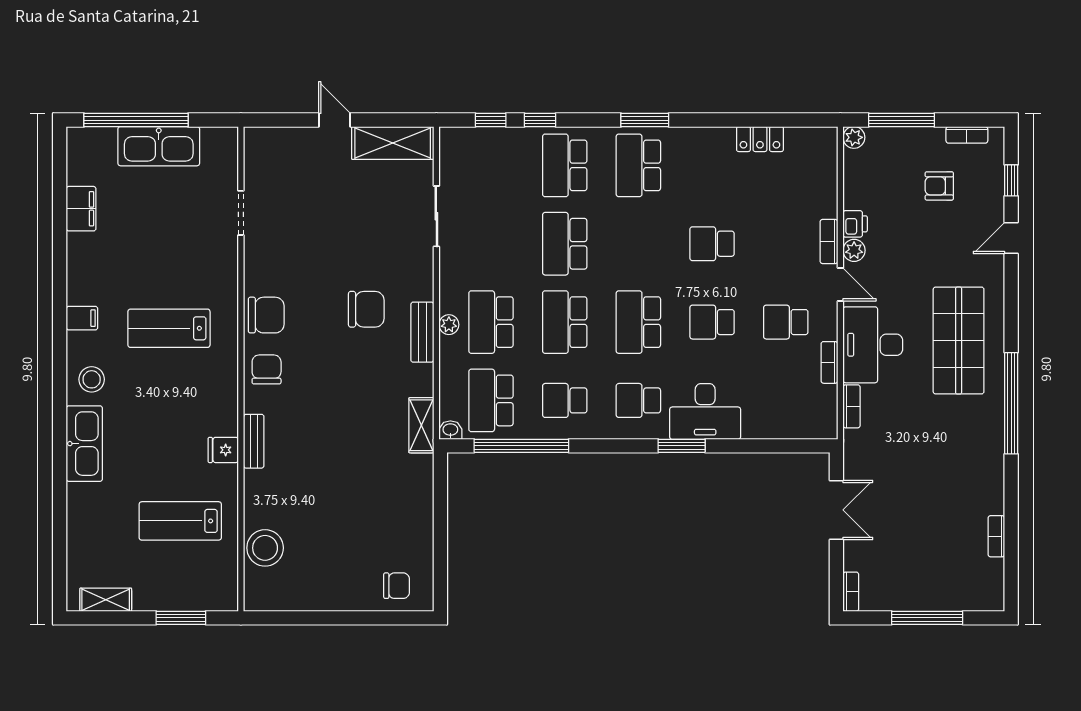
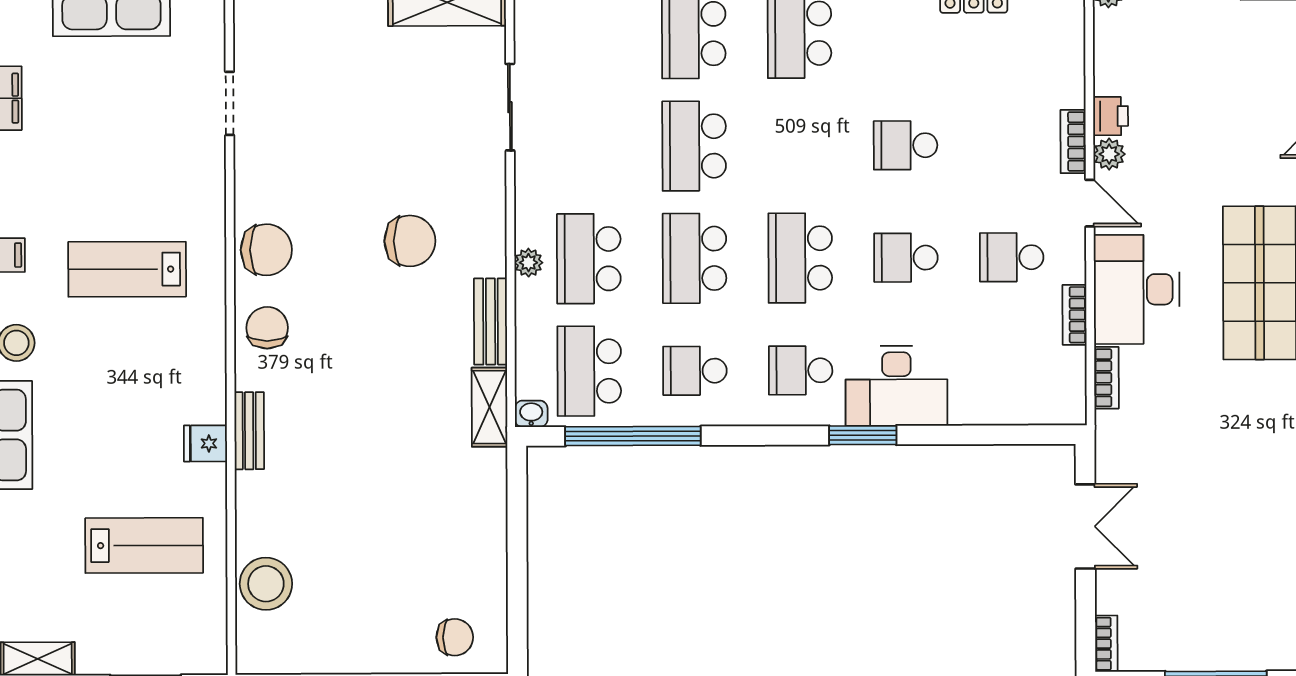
armchair: (939, 186) -> (1231, 61), removed
bench: (422, 332) -> (491, 322), moved
lab bench: (180, 521) -> (144, 545), turned 180

